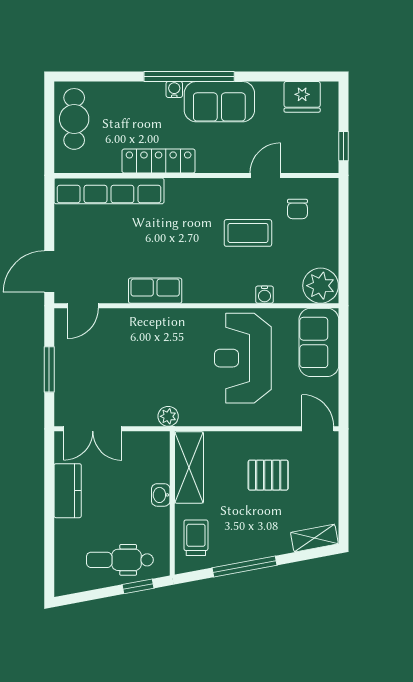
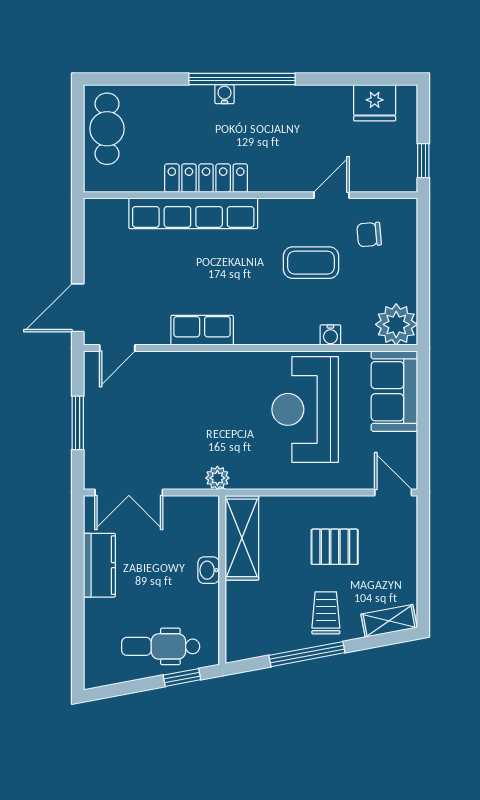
sofa: (219, 102) -> (277, 108), removed
row of seats: (109, 191) -> (193, 213), moved
chair: (297, 209) -> (369, 234), turned 85
trolley: (196, 538) -> (326, 613), moved

